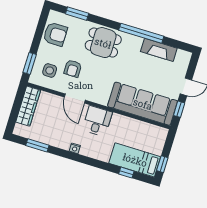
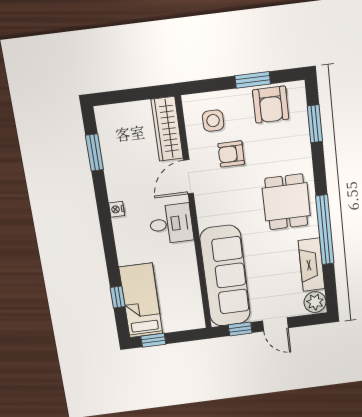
dining table: (103, 43) -> (286, 202), moved
plant: (183, 57) -> (315, 302), added
window: (30, 63) -> (253, 80), moved
wardrobe: (28, 106) -> (167, 129), moved, turned 90

